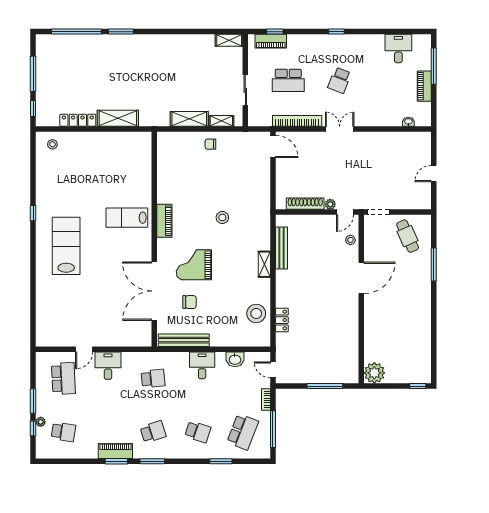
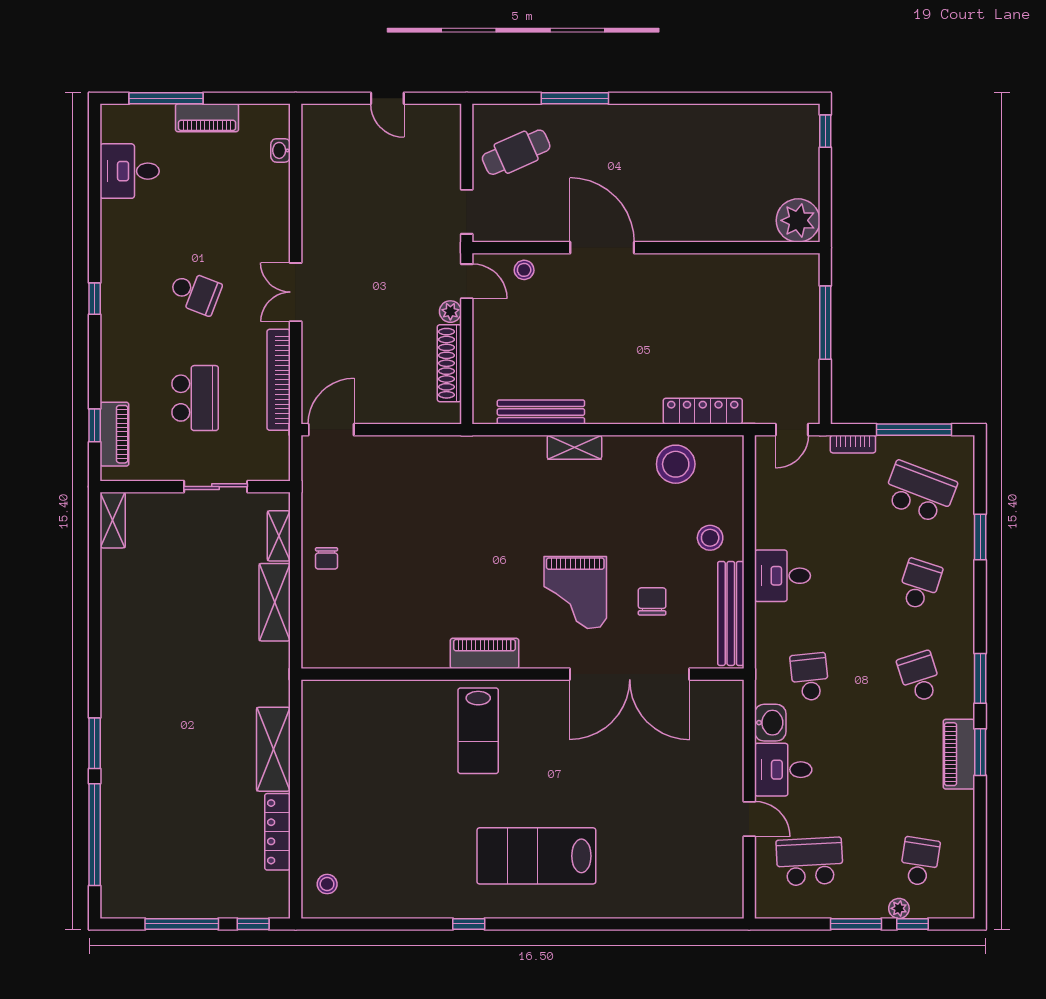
stool: (222, 217) -> (710, 538), moved
locker: (282, 320) -> (703, 411), width x1.53
washbasin: (235, 359) -> (770, 723), moved

